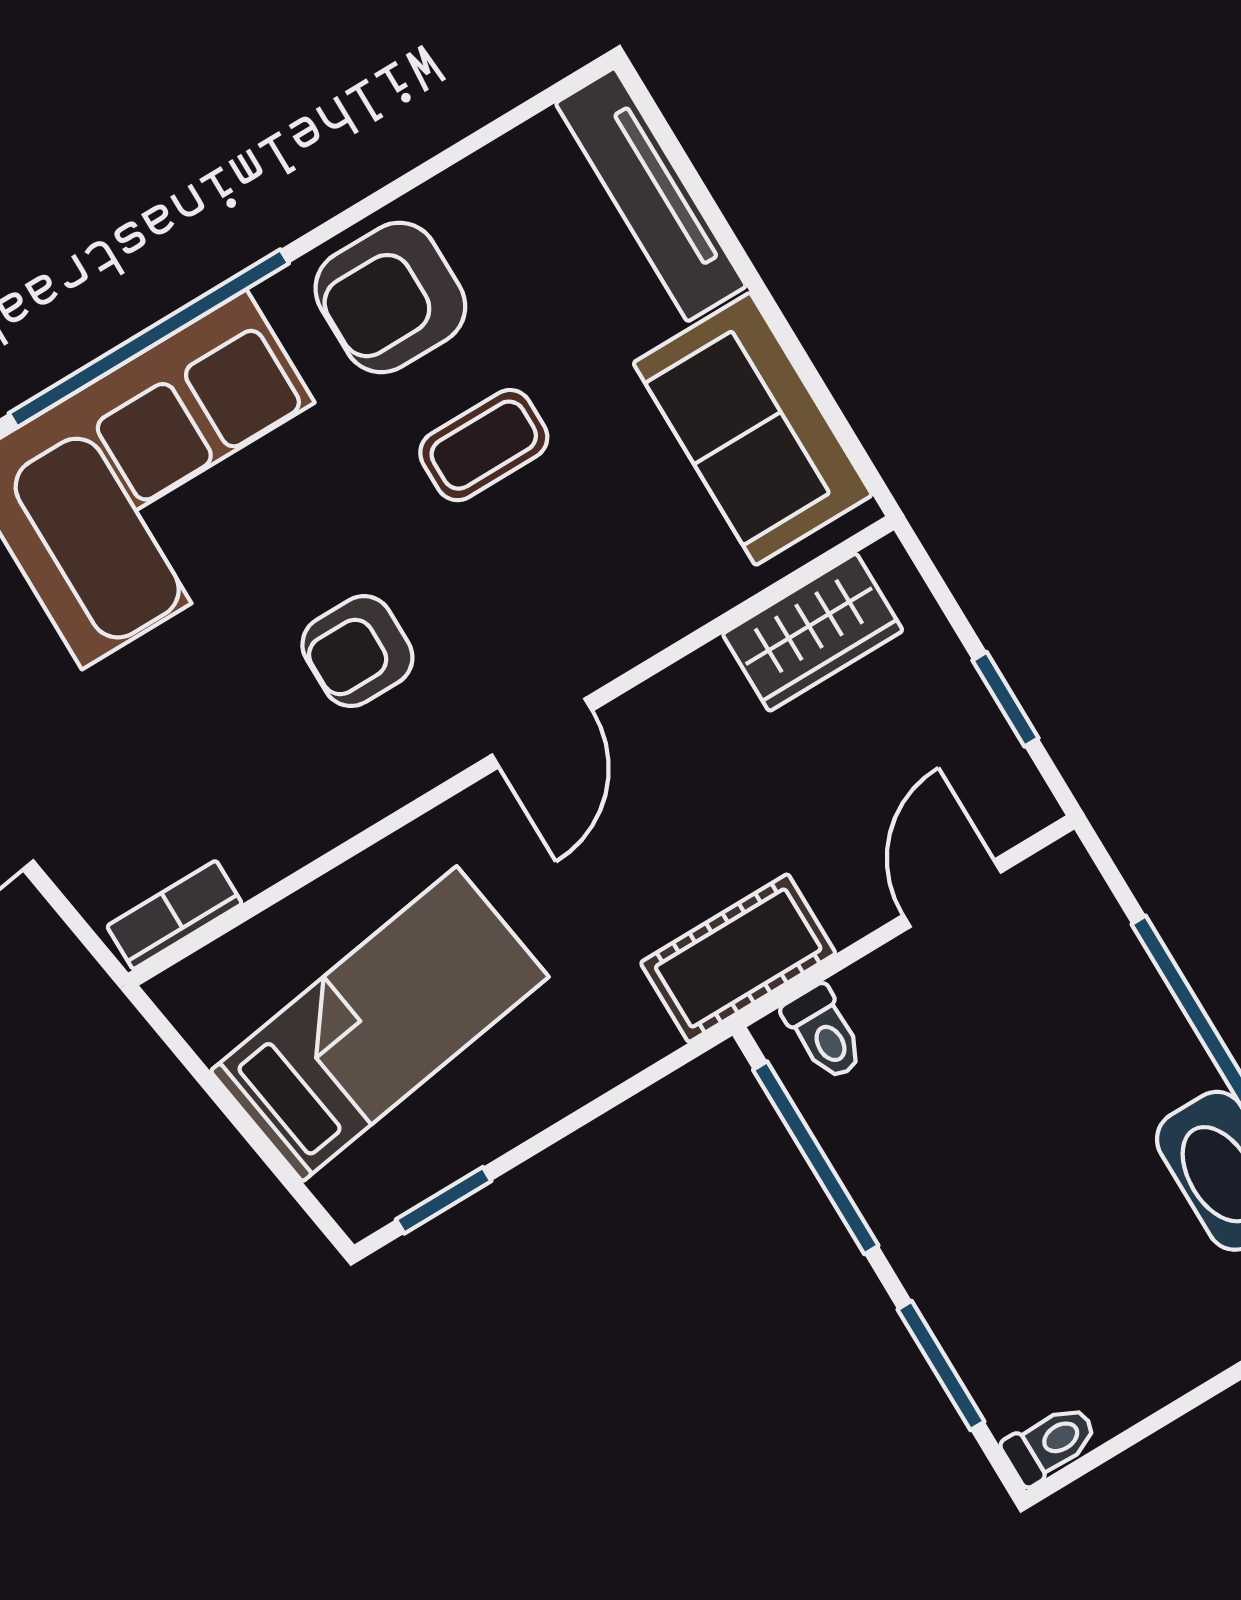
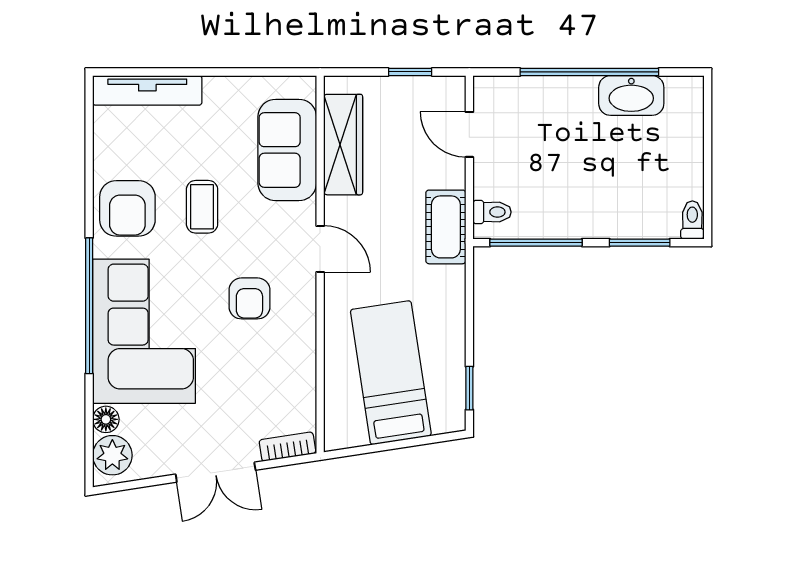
sofa: (753, 429) -> (287, 150), moved, turned 90
wardrobe: (813, 632) -> (343, 145), width x1.50
bookcase: (175, 915) -> (287, 447), moved, turned 81

